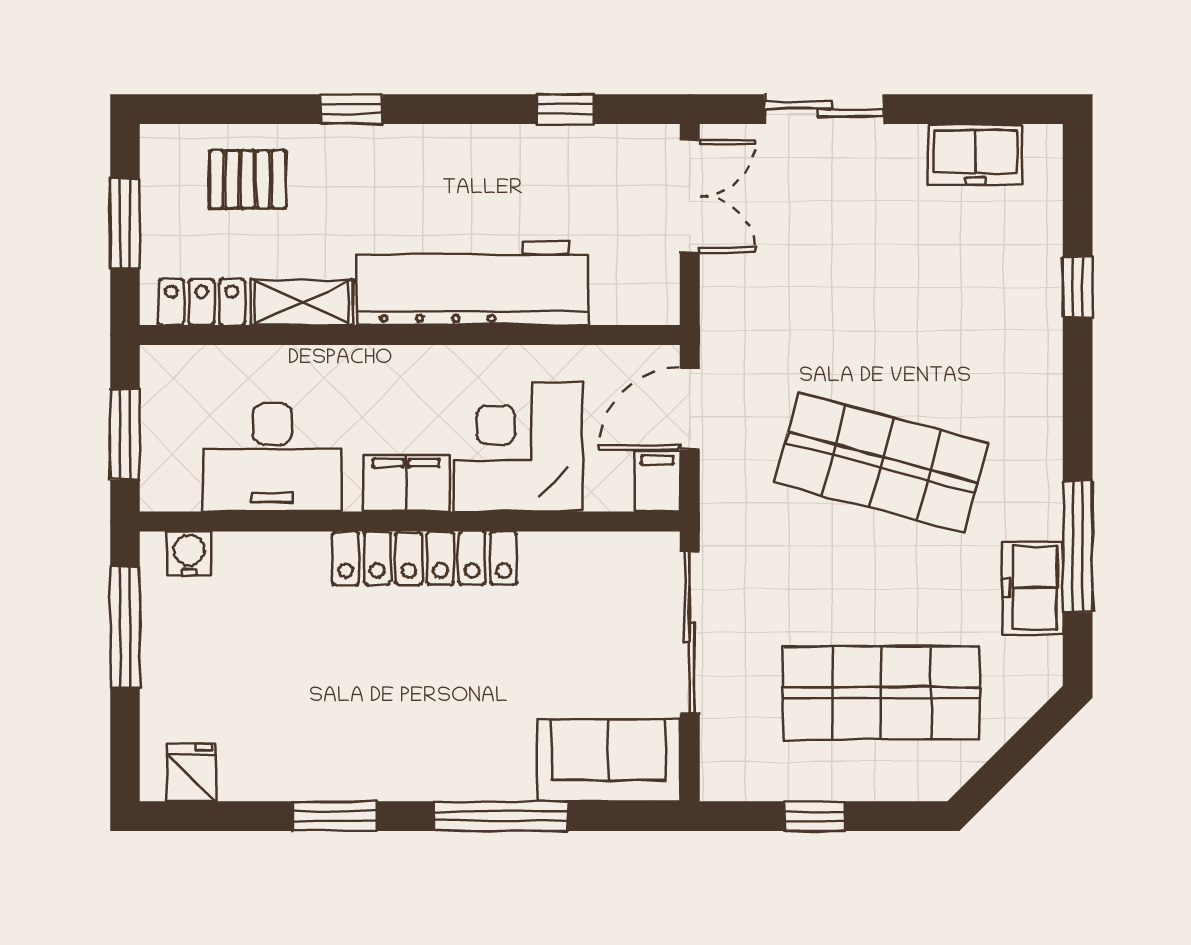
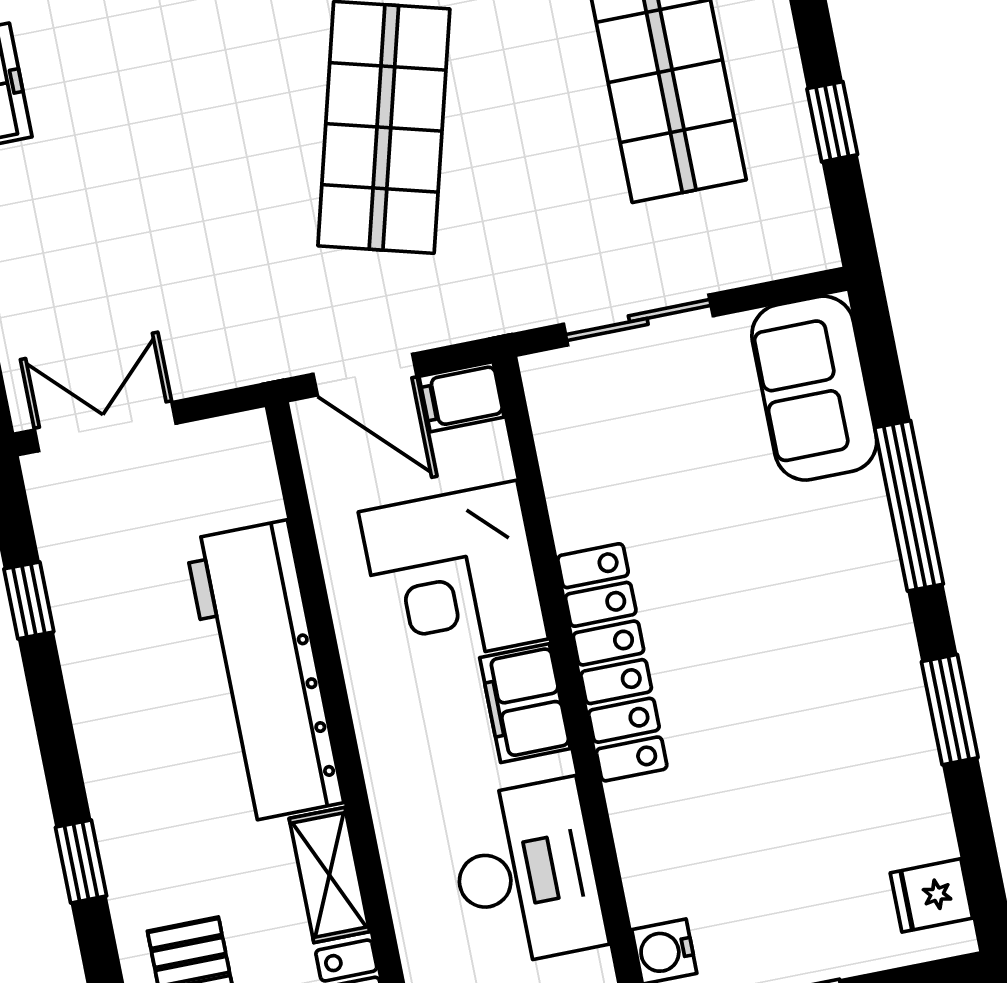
sliding door: (690, 632) -> (638, 320), width x0.73

